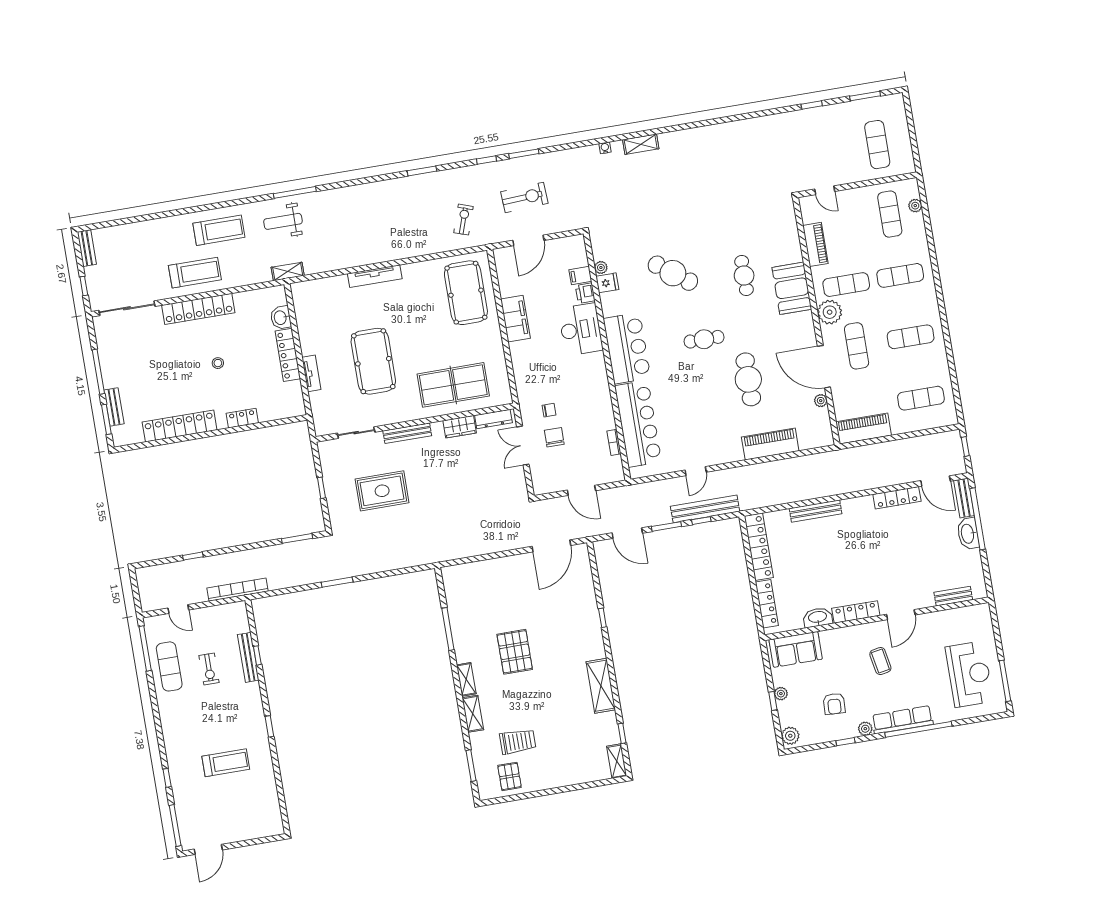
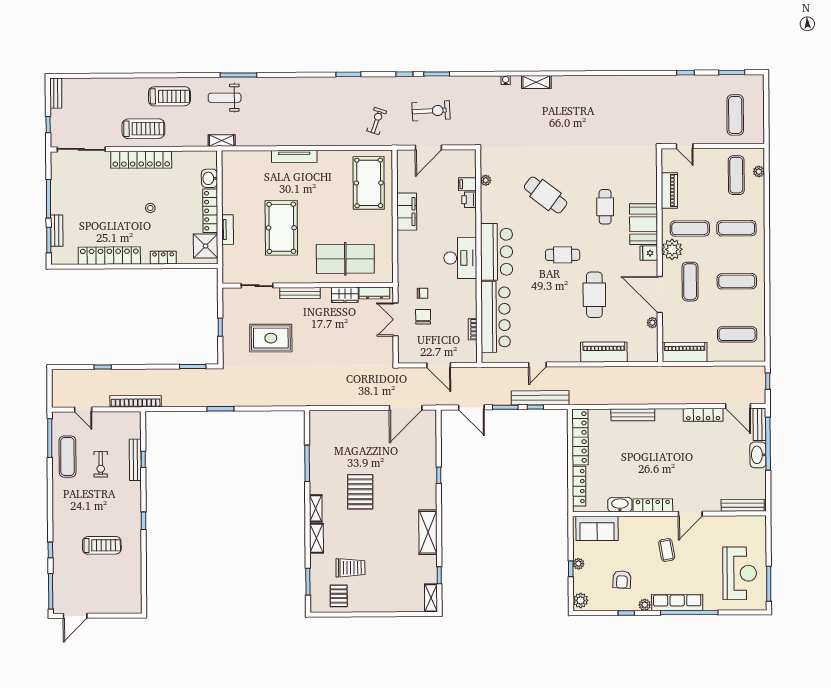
fridge: (607, 283) -> (649, 253), moved, turned 180
desk: (581, 329) -> (460, 258), moved
shower: (289, 397) -> (206, 246), added
bench: (953, 596) -> (743, 505), width x1.36

